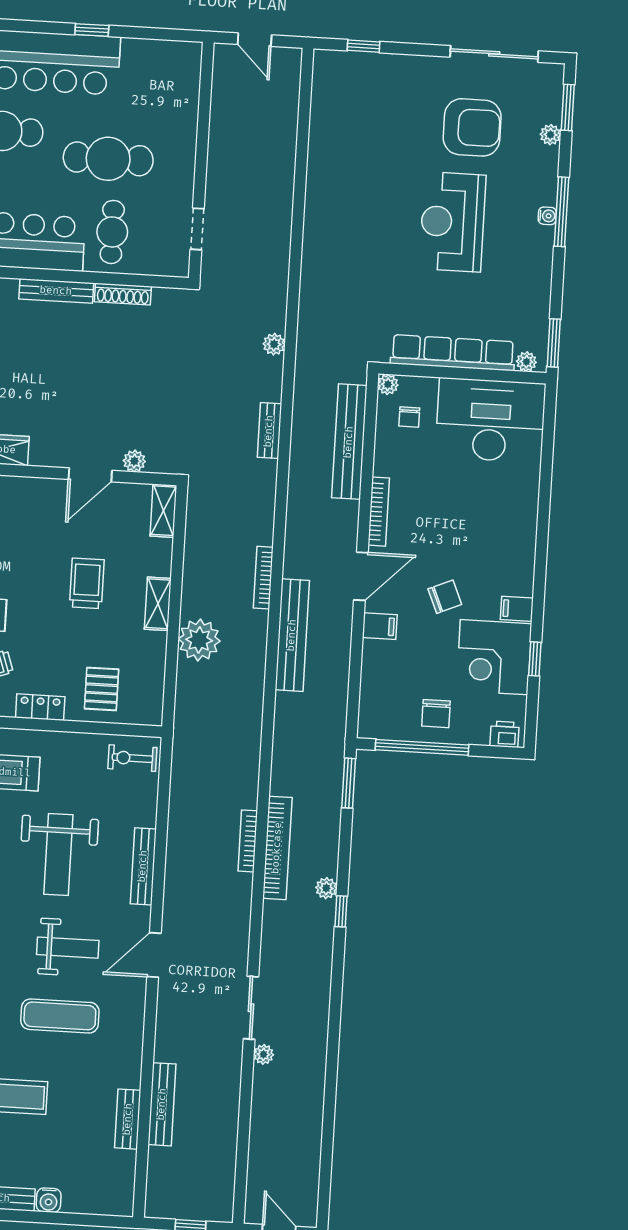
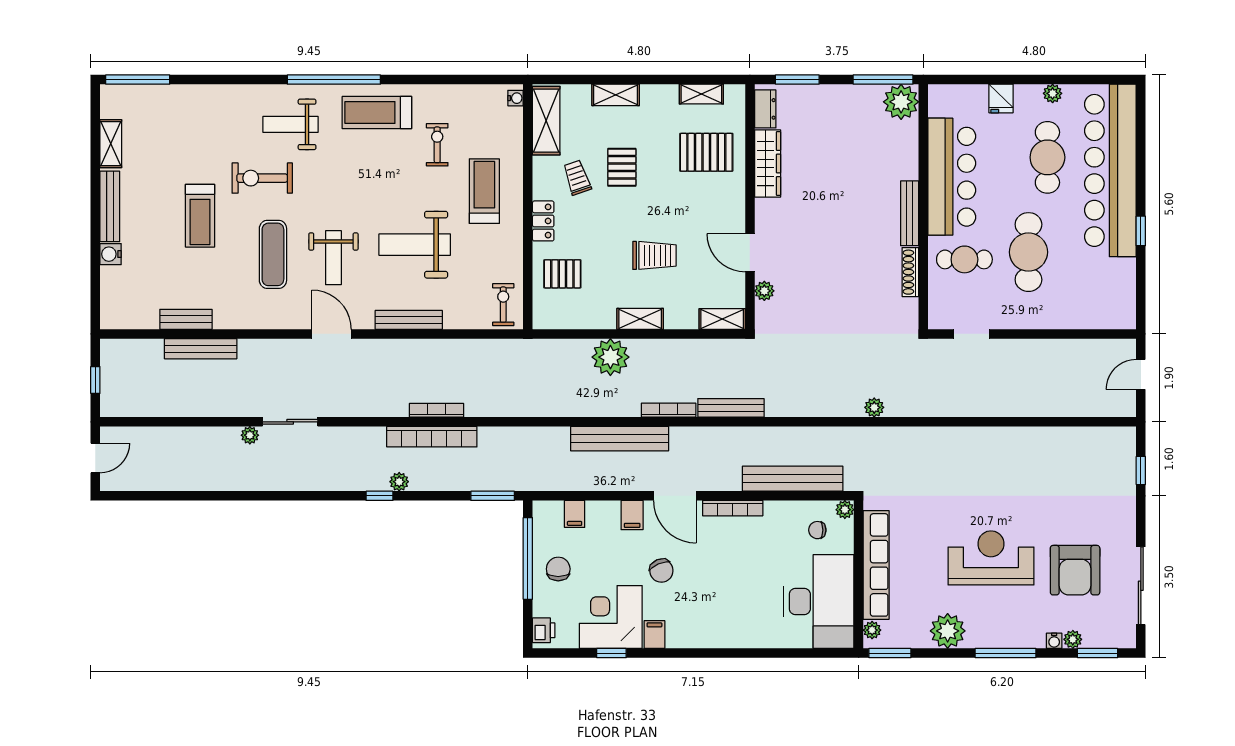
water cooler: (547, 216) -> (1054, 641), moved
plant: (532, 276) -> (948, 631), added
bench: (269, 431) -> (731, 408), moved, width x1.36
filing cabinet: (375, 691) -> (575, 514), added
chair: (436, 714) -> (558, 569), turned 90

